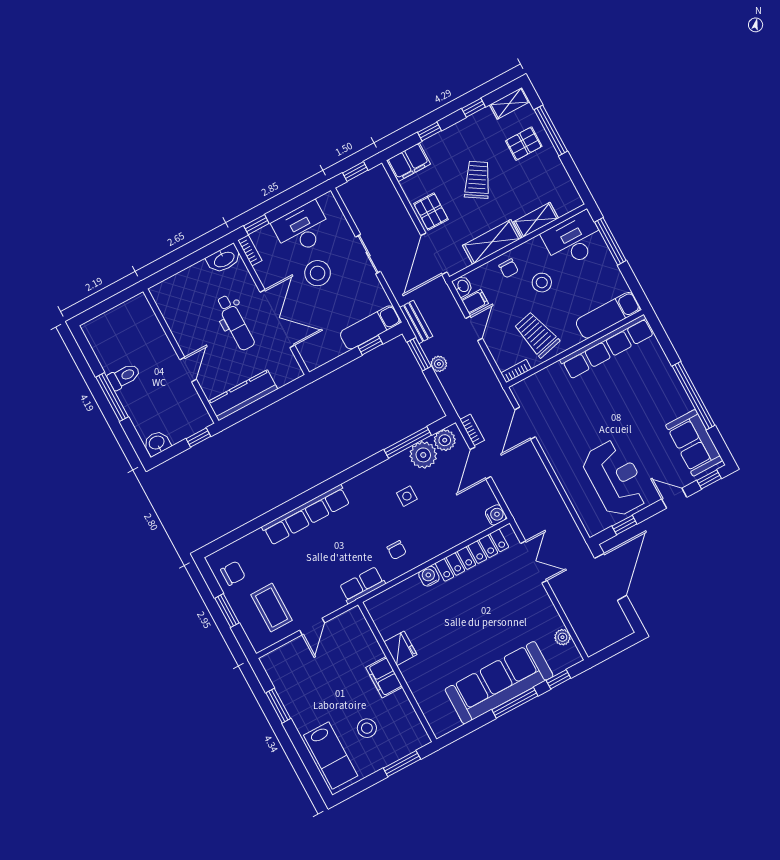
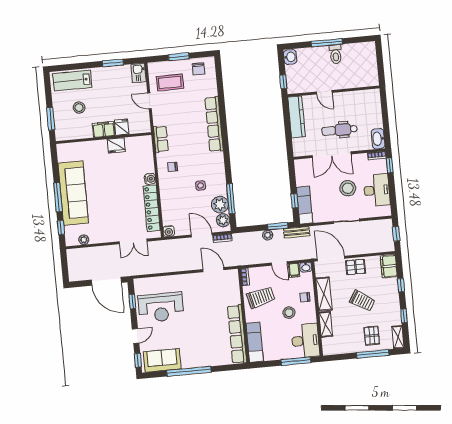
fridge: (369, 652) -> (122, 127), added
kitchen sink: (277, 661) -> (139, 73), added

